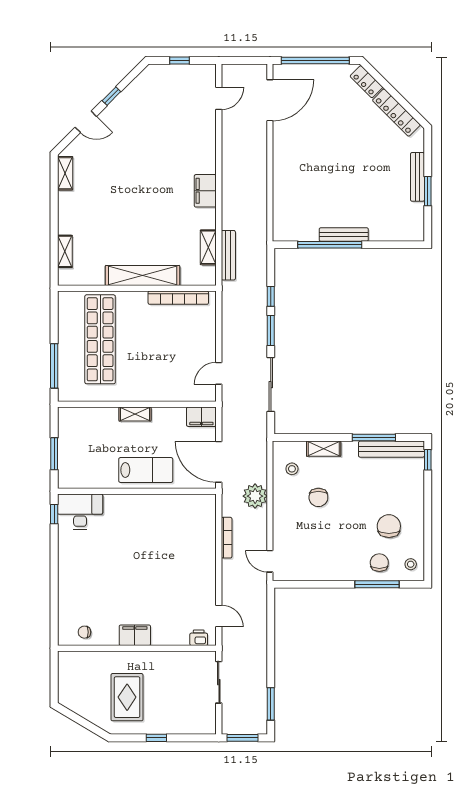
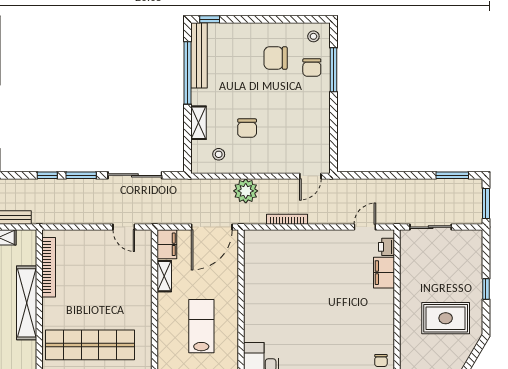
shelving: (135, 414) -> (164, 276), moved
window: (374, 438) -> (188, 73), width x1.46
lab bench: (146, 470) -> (201, 326), moved
chair: (318, 497) -> (247, 128), turned 90
chair: (379, 563) -> (312, 68), turned -90
filing cabinet: (135, 635) -> (384, 273), moved

